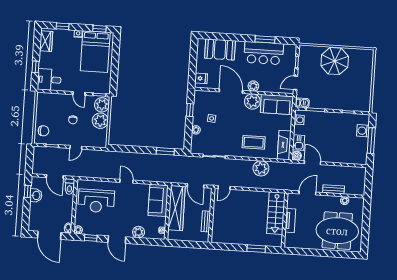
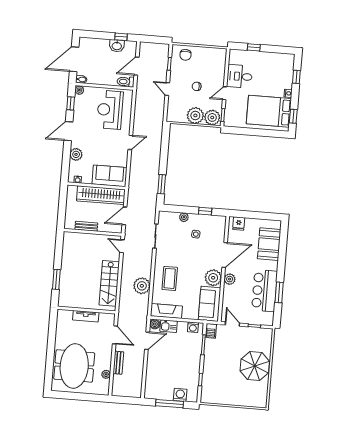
wardrobe: (46, 41) -> (281, 59), removed
desk: (49, 80) -> (240, 76), moved, turned -90
stairs: (276, 213) -> (109, 283), moved, turned -90

